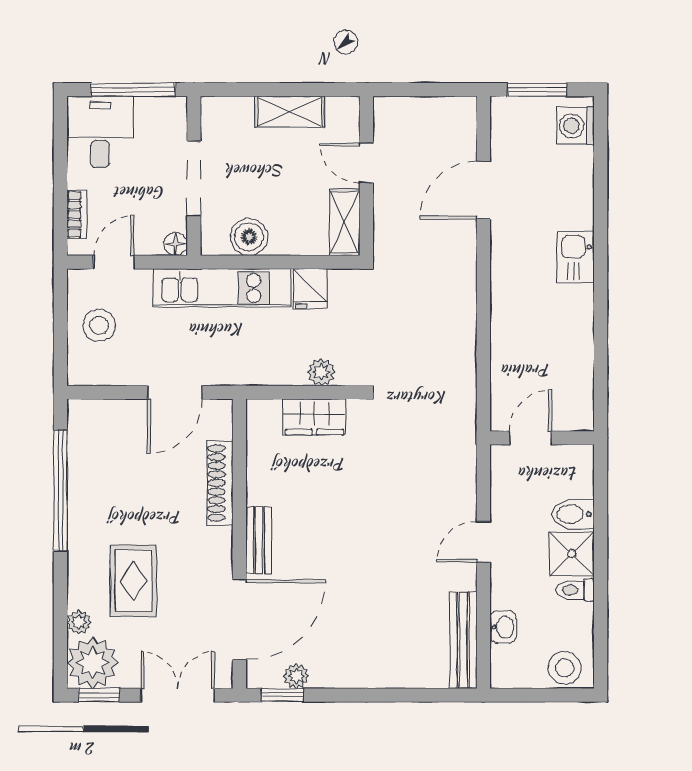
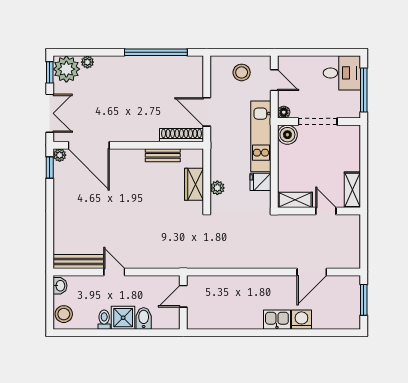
shelving: (290, 112) -> (352, 190), moved
washing machine: (575, 126) -> (301, 320), moved
door: (366, 163) -> (326, 211), hinge flipped
door: (483, 190) -> (312, 272), swing flipped
bookcase: (77, 214) -> (299, 61), removed
boiler: (249, 237) -> (287, 135), moved
door: (530, 438) -> (183, 296), swing flipped
shoe rack: (220, 483) -> (181, 135), moved
bench: (259, 540) -> (163, 155), moved
door: (483, 542) -> (114, 272), moved
rug: (134, 581) -> (109, 90), removed
washbasin: (503, 627) -> (60, 286), moved, turned -90
plant: (296, 676) -> (60, 155), moved

